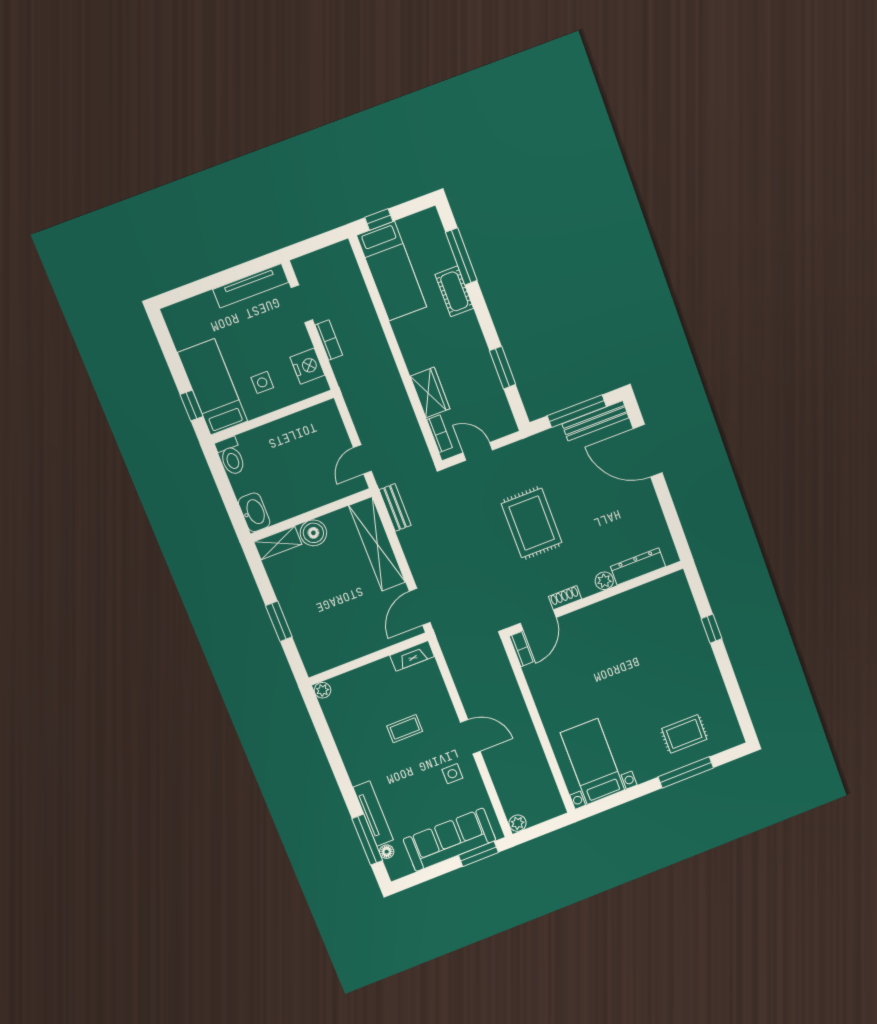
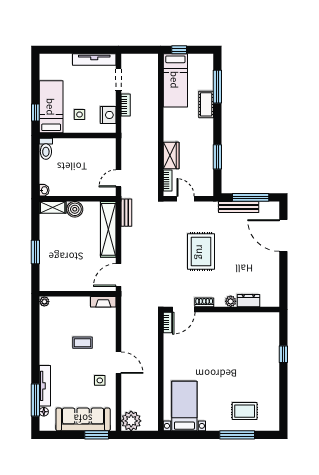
bench: (595, 421) -> (239, 207), moved
washbasin: (254, 512) -> (44, 190), width x0.52, depth x0.69
dresser: (638, 566) -> (248, 301), width x0.70
plant: (518, 823) -> (131, 421), width x1.87, depth x1.87

